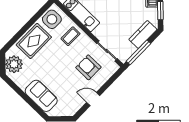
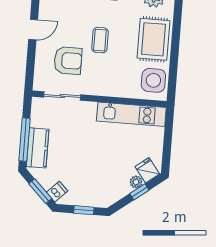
coffee table: (71, 36) -> (100, 40), moved
window: (139, 52) -> (24, 140), moved

